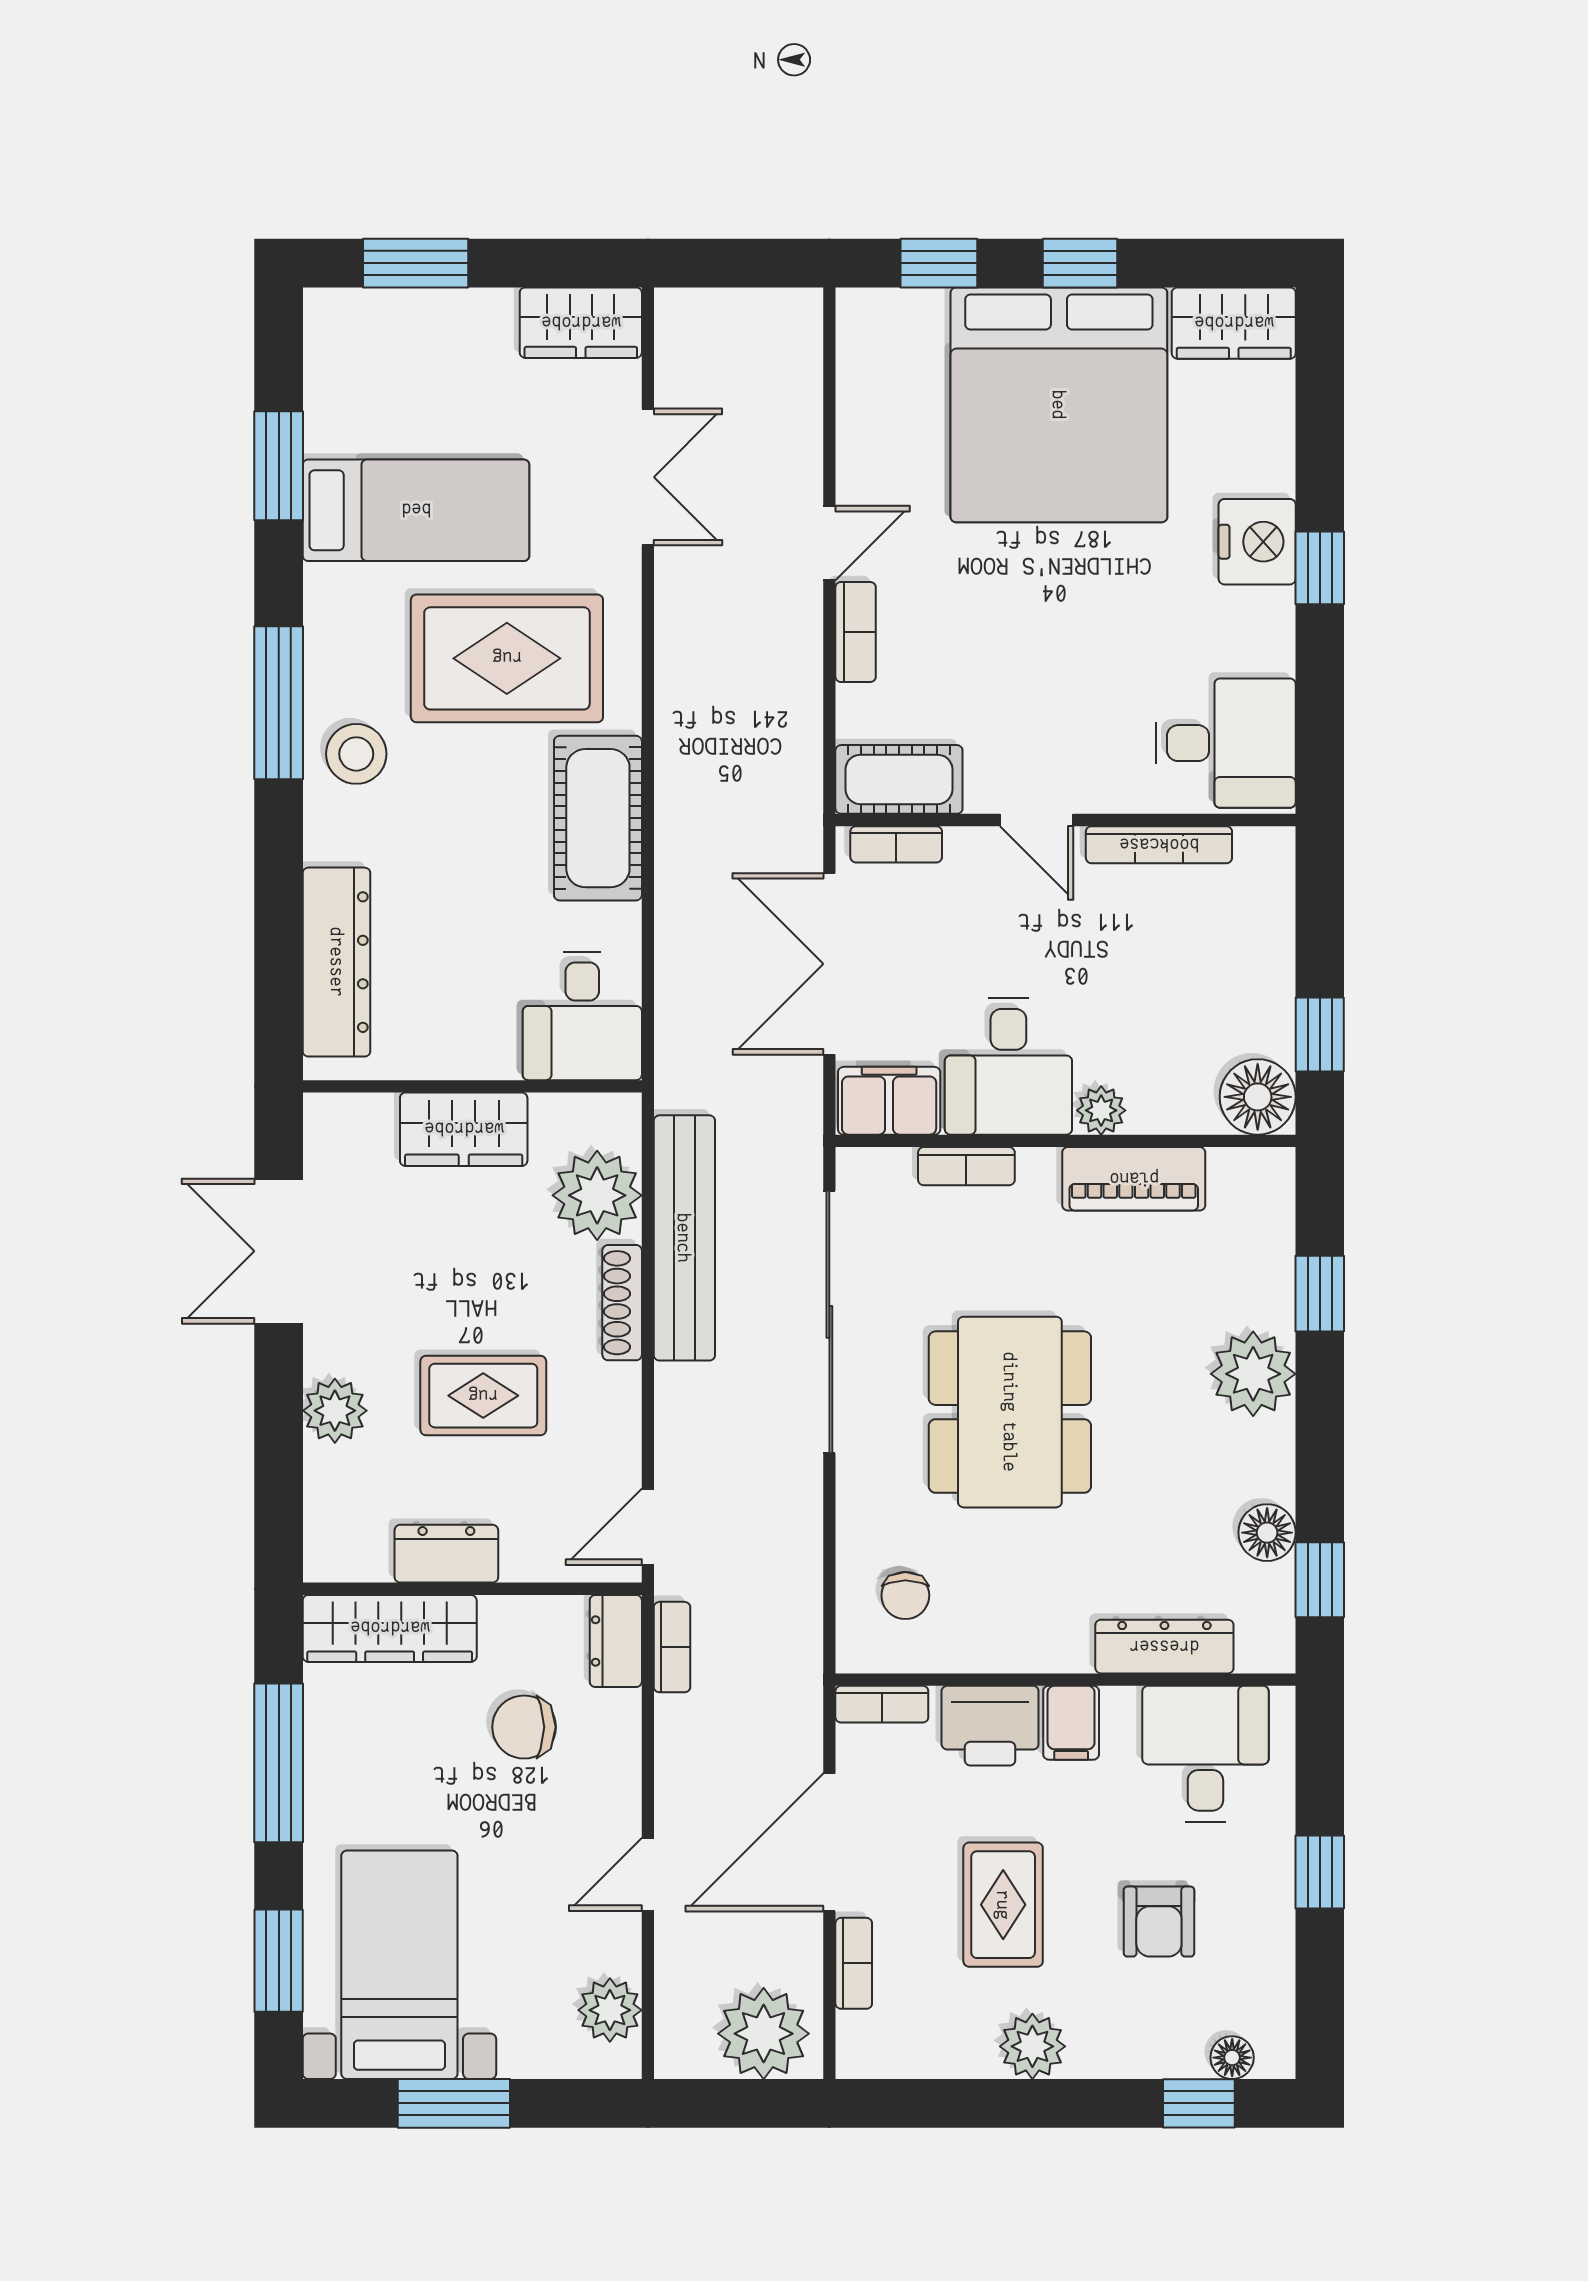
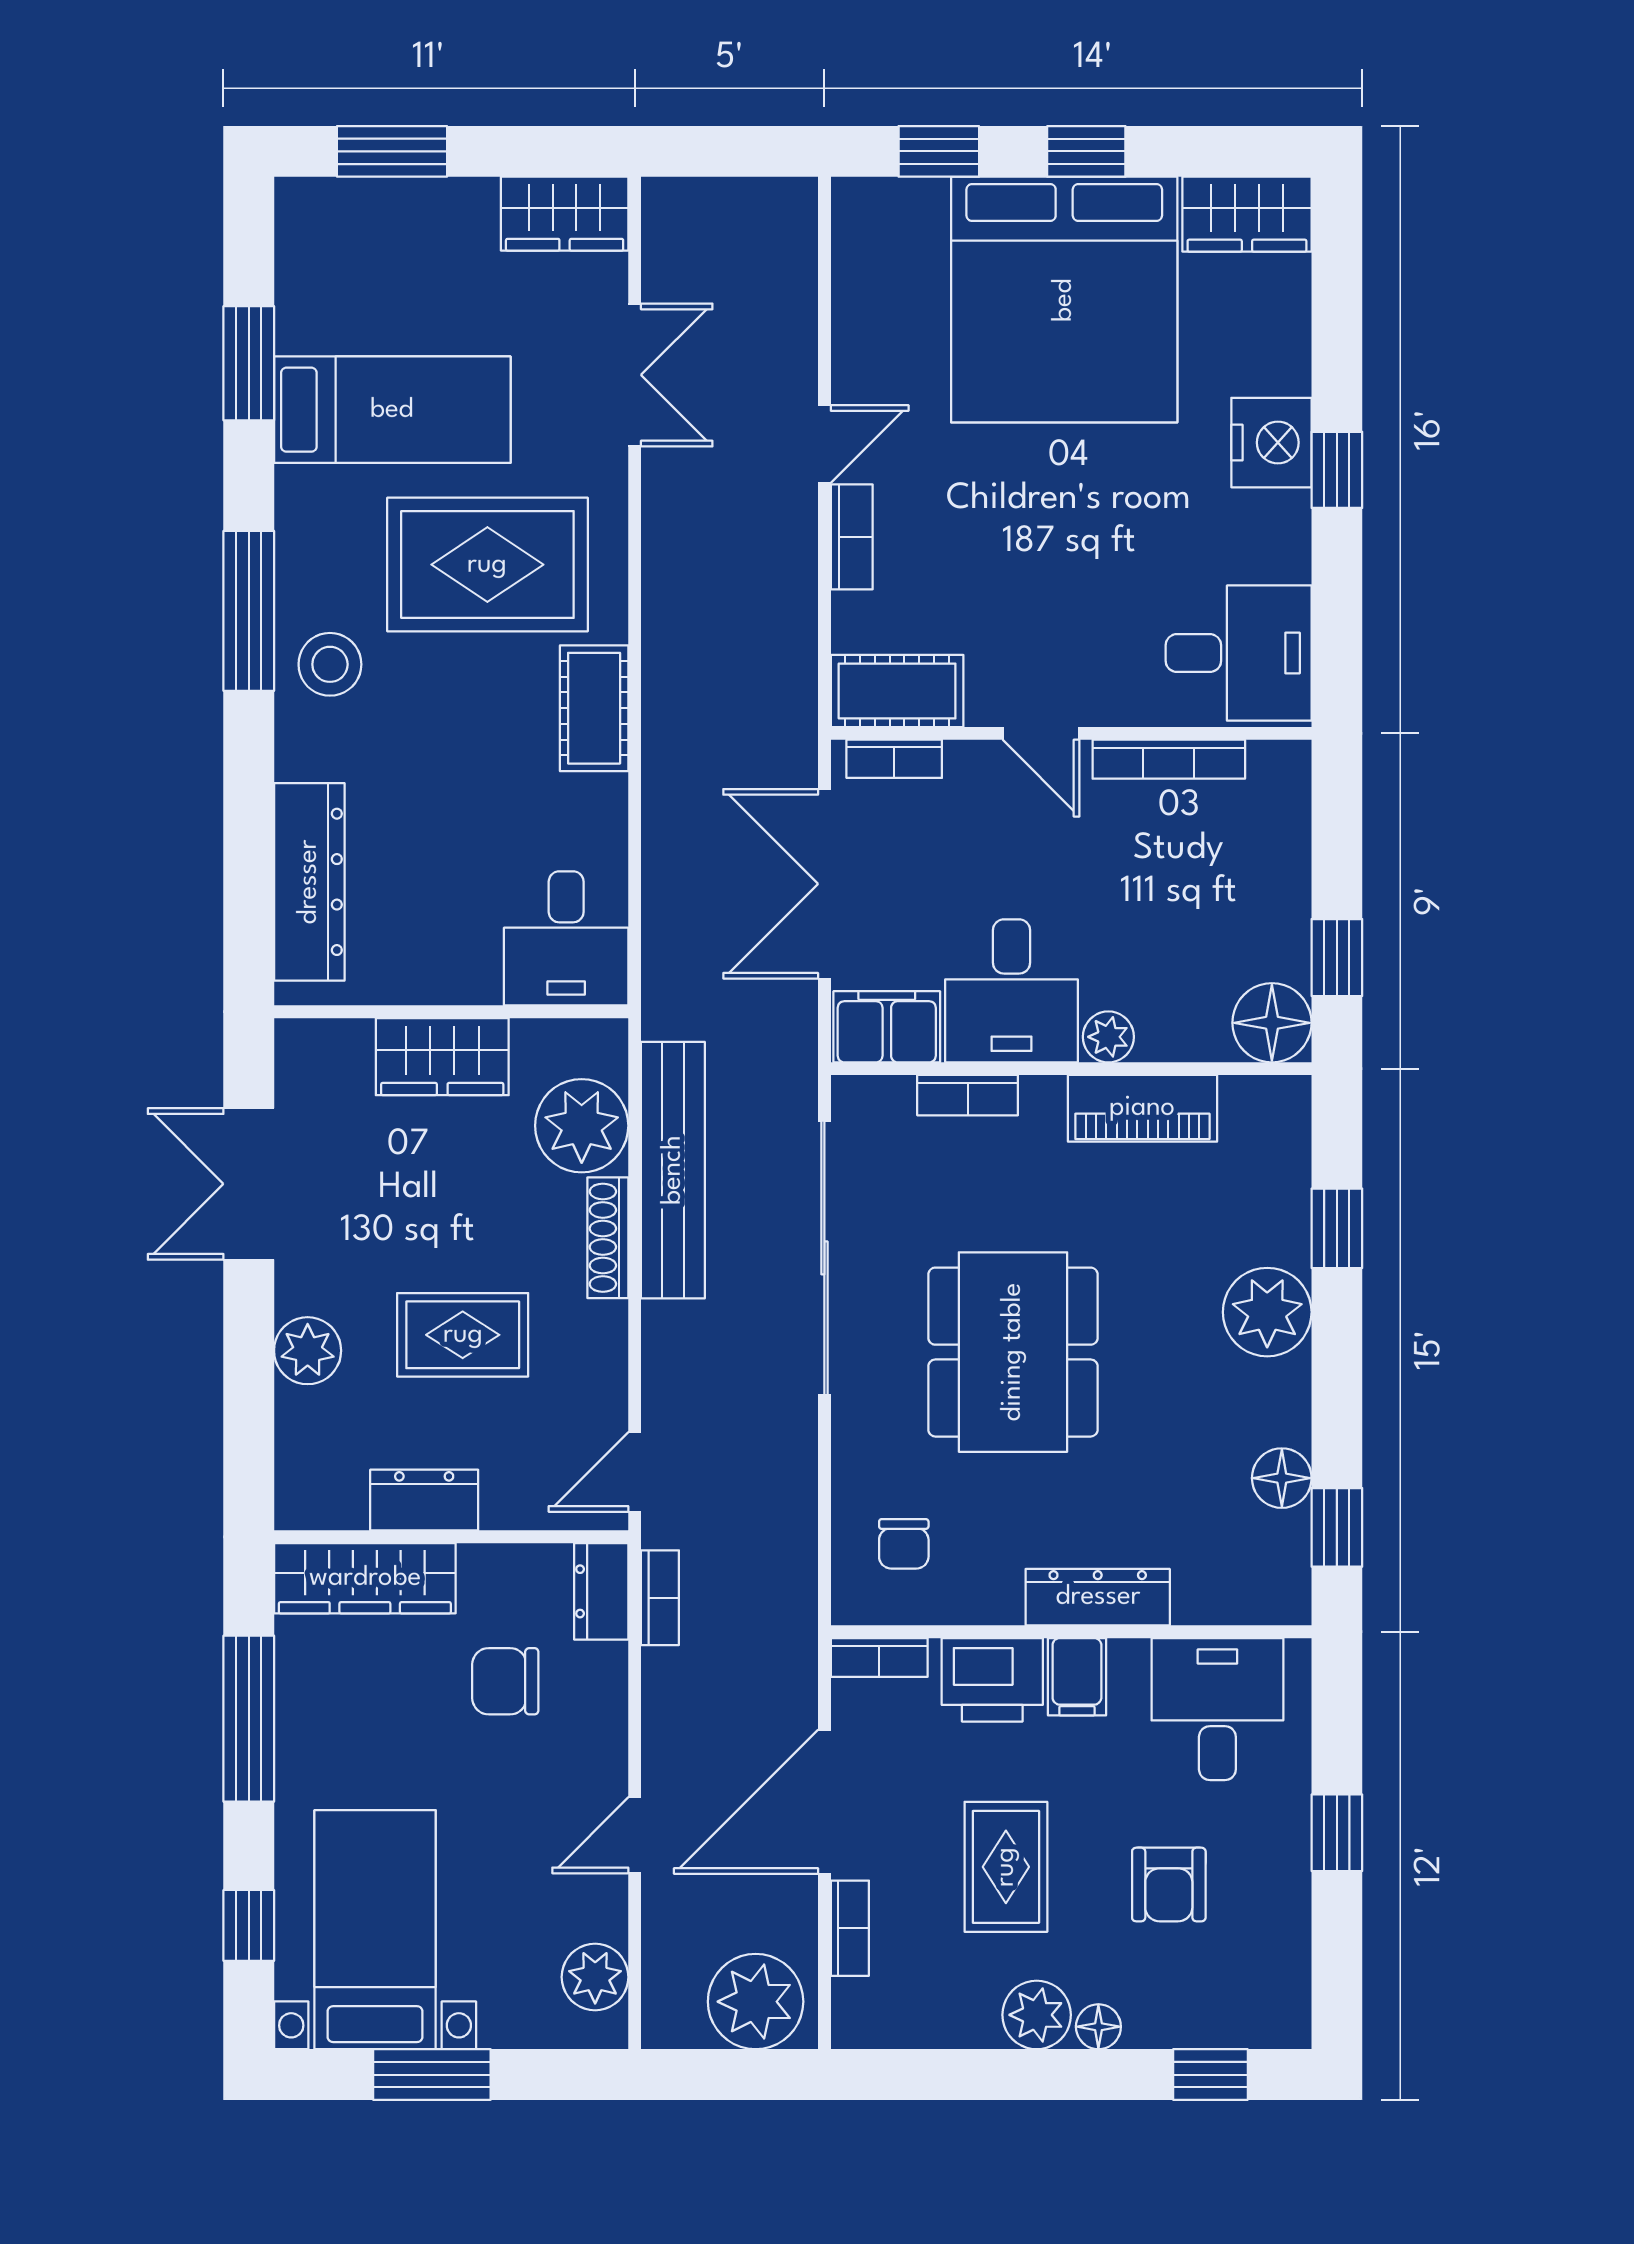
cot: (598, 818) -> (594, 708), width x0.73, depth x0.75
dresser: (1164, 1647) -> (1098, 1597), moved
window: (279, 1961) -> (249, 1925), width x0.67
floor lamp: (1232, 2058) -> (1098, 2027), moved

